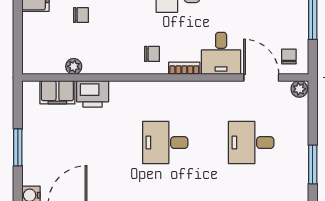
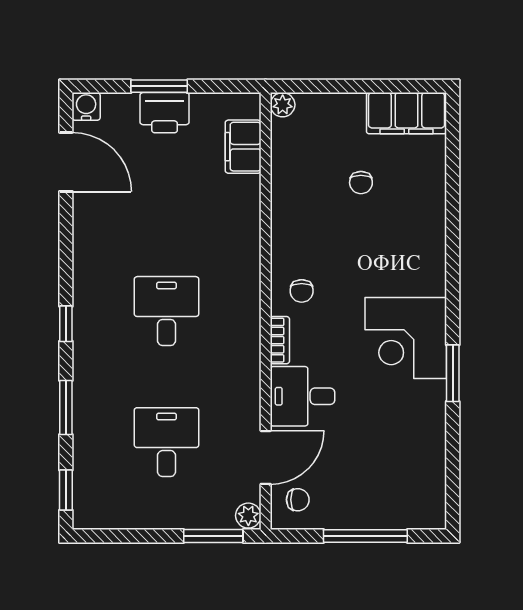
plant: (74, 66) -> (283, 105), moved
printer: (93, 94) -> (165, 113), moved, turned -90
window: (313, 164) -> (213, 536), moved

